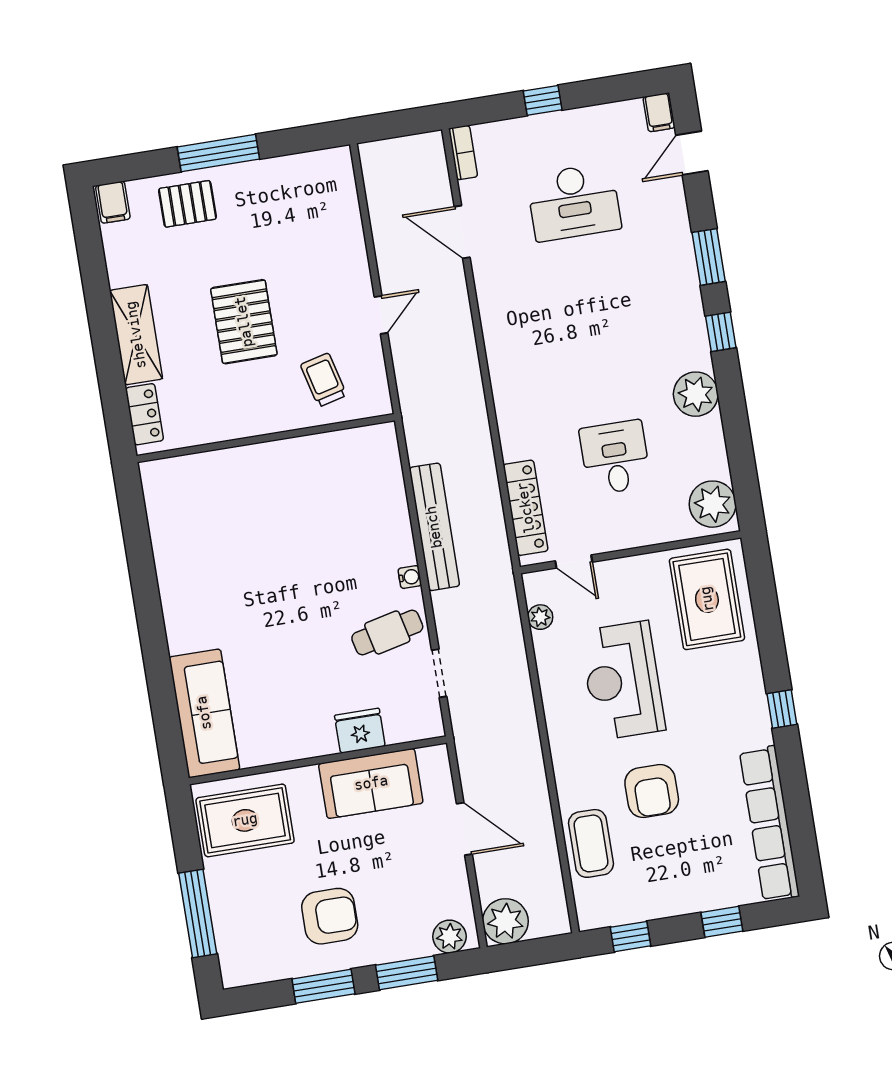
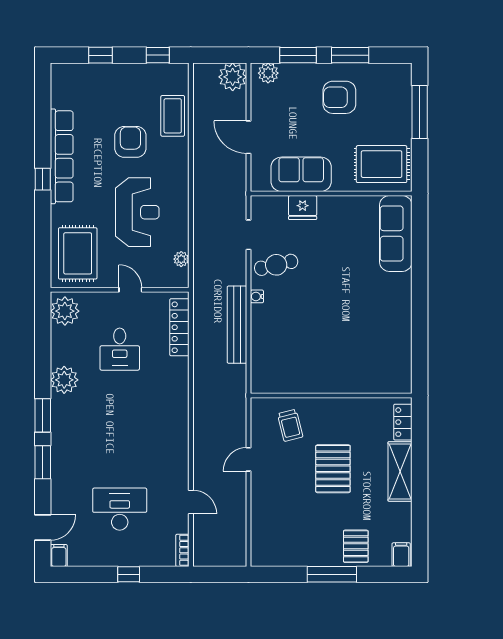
pallet: (187, 204) -> (356, 546), turned 90
door: (462, 232) -> (191, 502), width x0.73
window: (721, 332) -> (43, 415), width x1.50
door: (574, 561) -> (130, 290), moved
row of seats: (769, 824) -> (62, 156), moved

